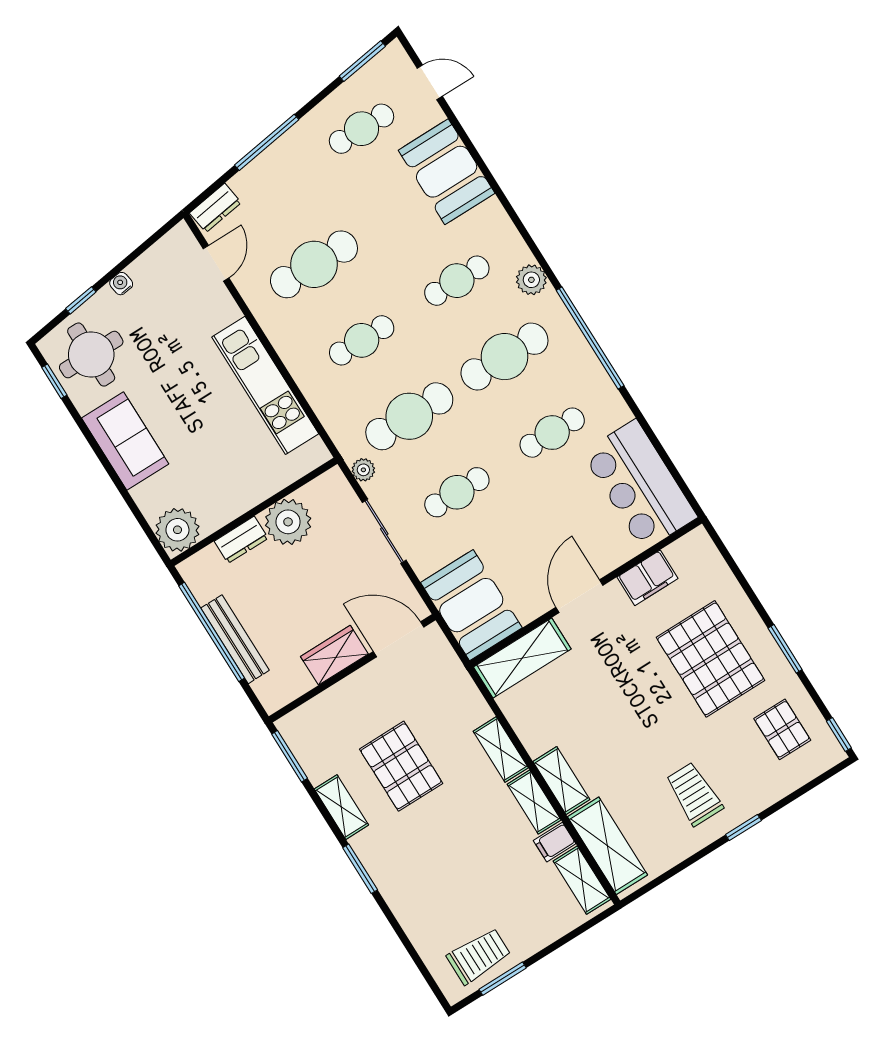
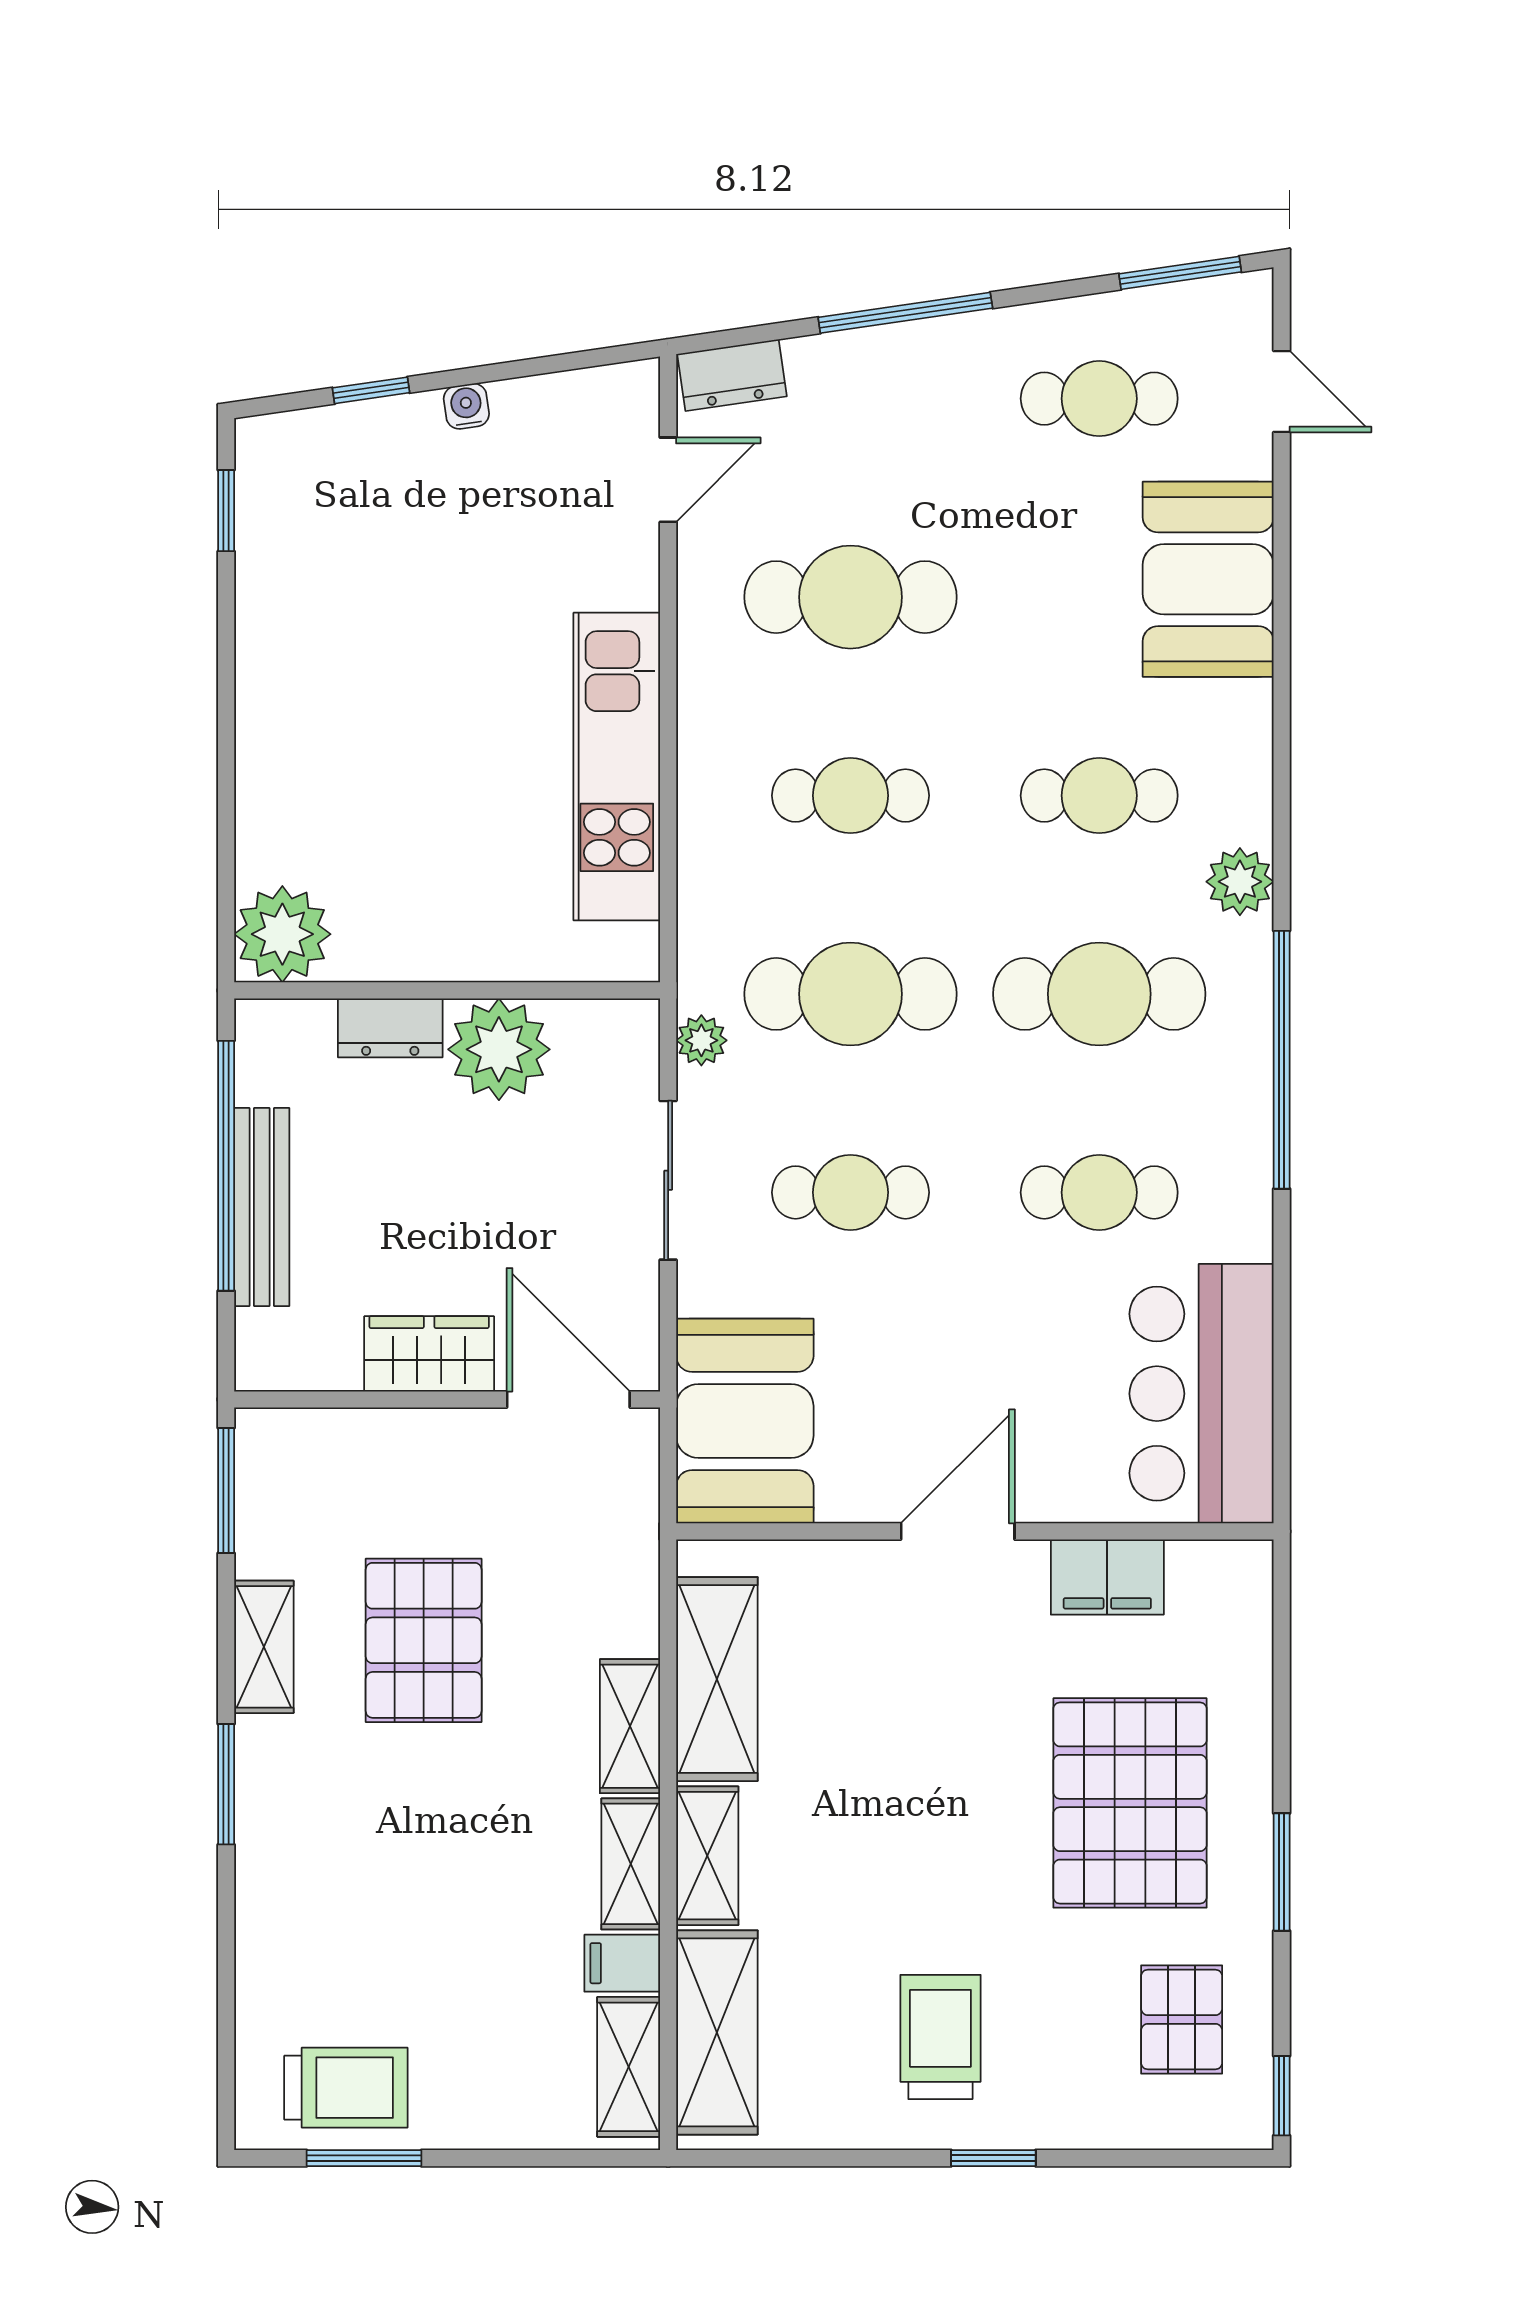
round table: (91, 355) -> (327, 504), removed
sofa: (125, 441) -> (289, 706), removed
shelving: (522, 658) -> (717, 1679), moved, turned 90

